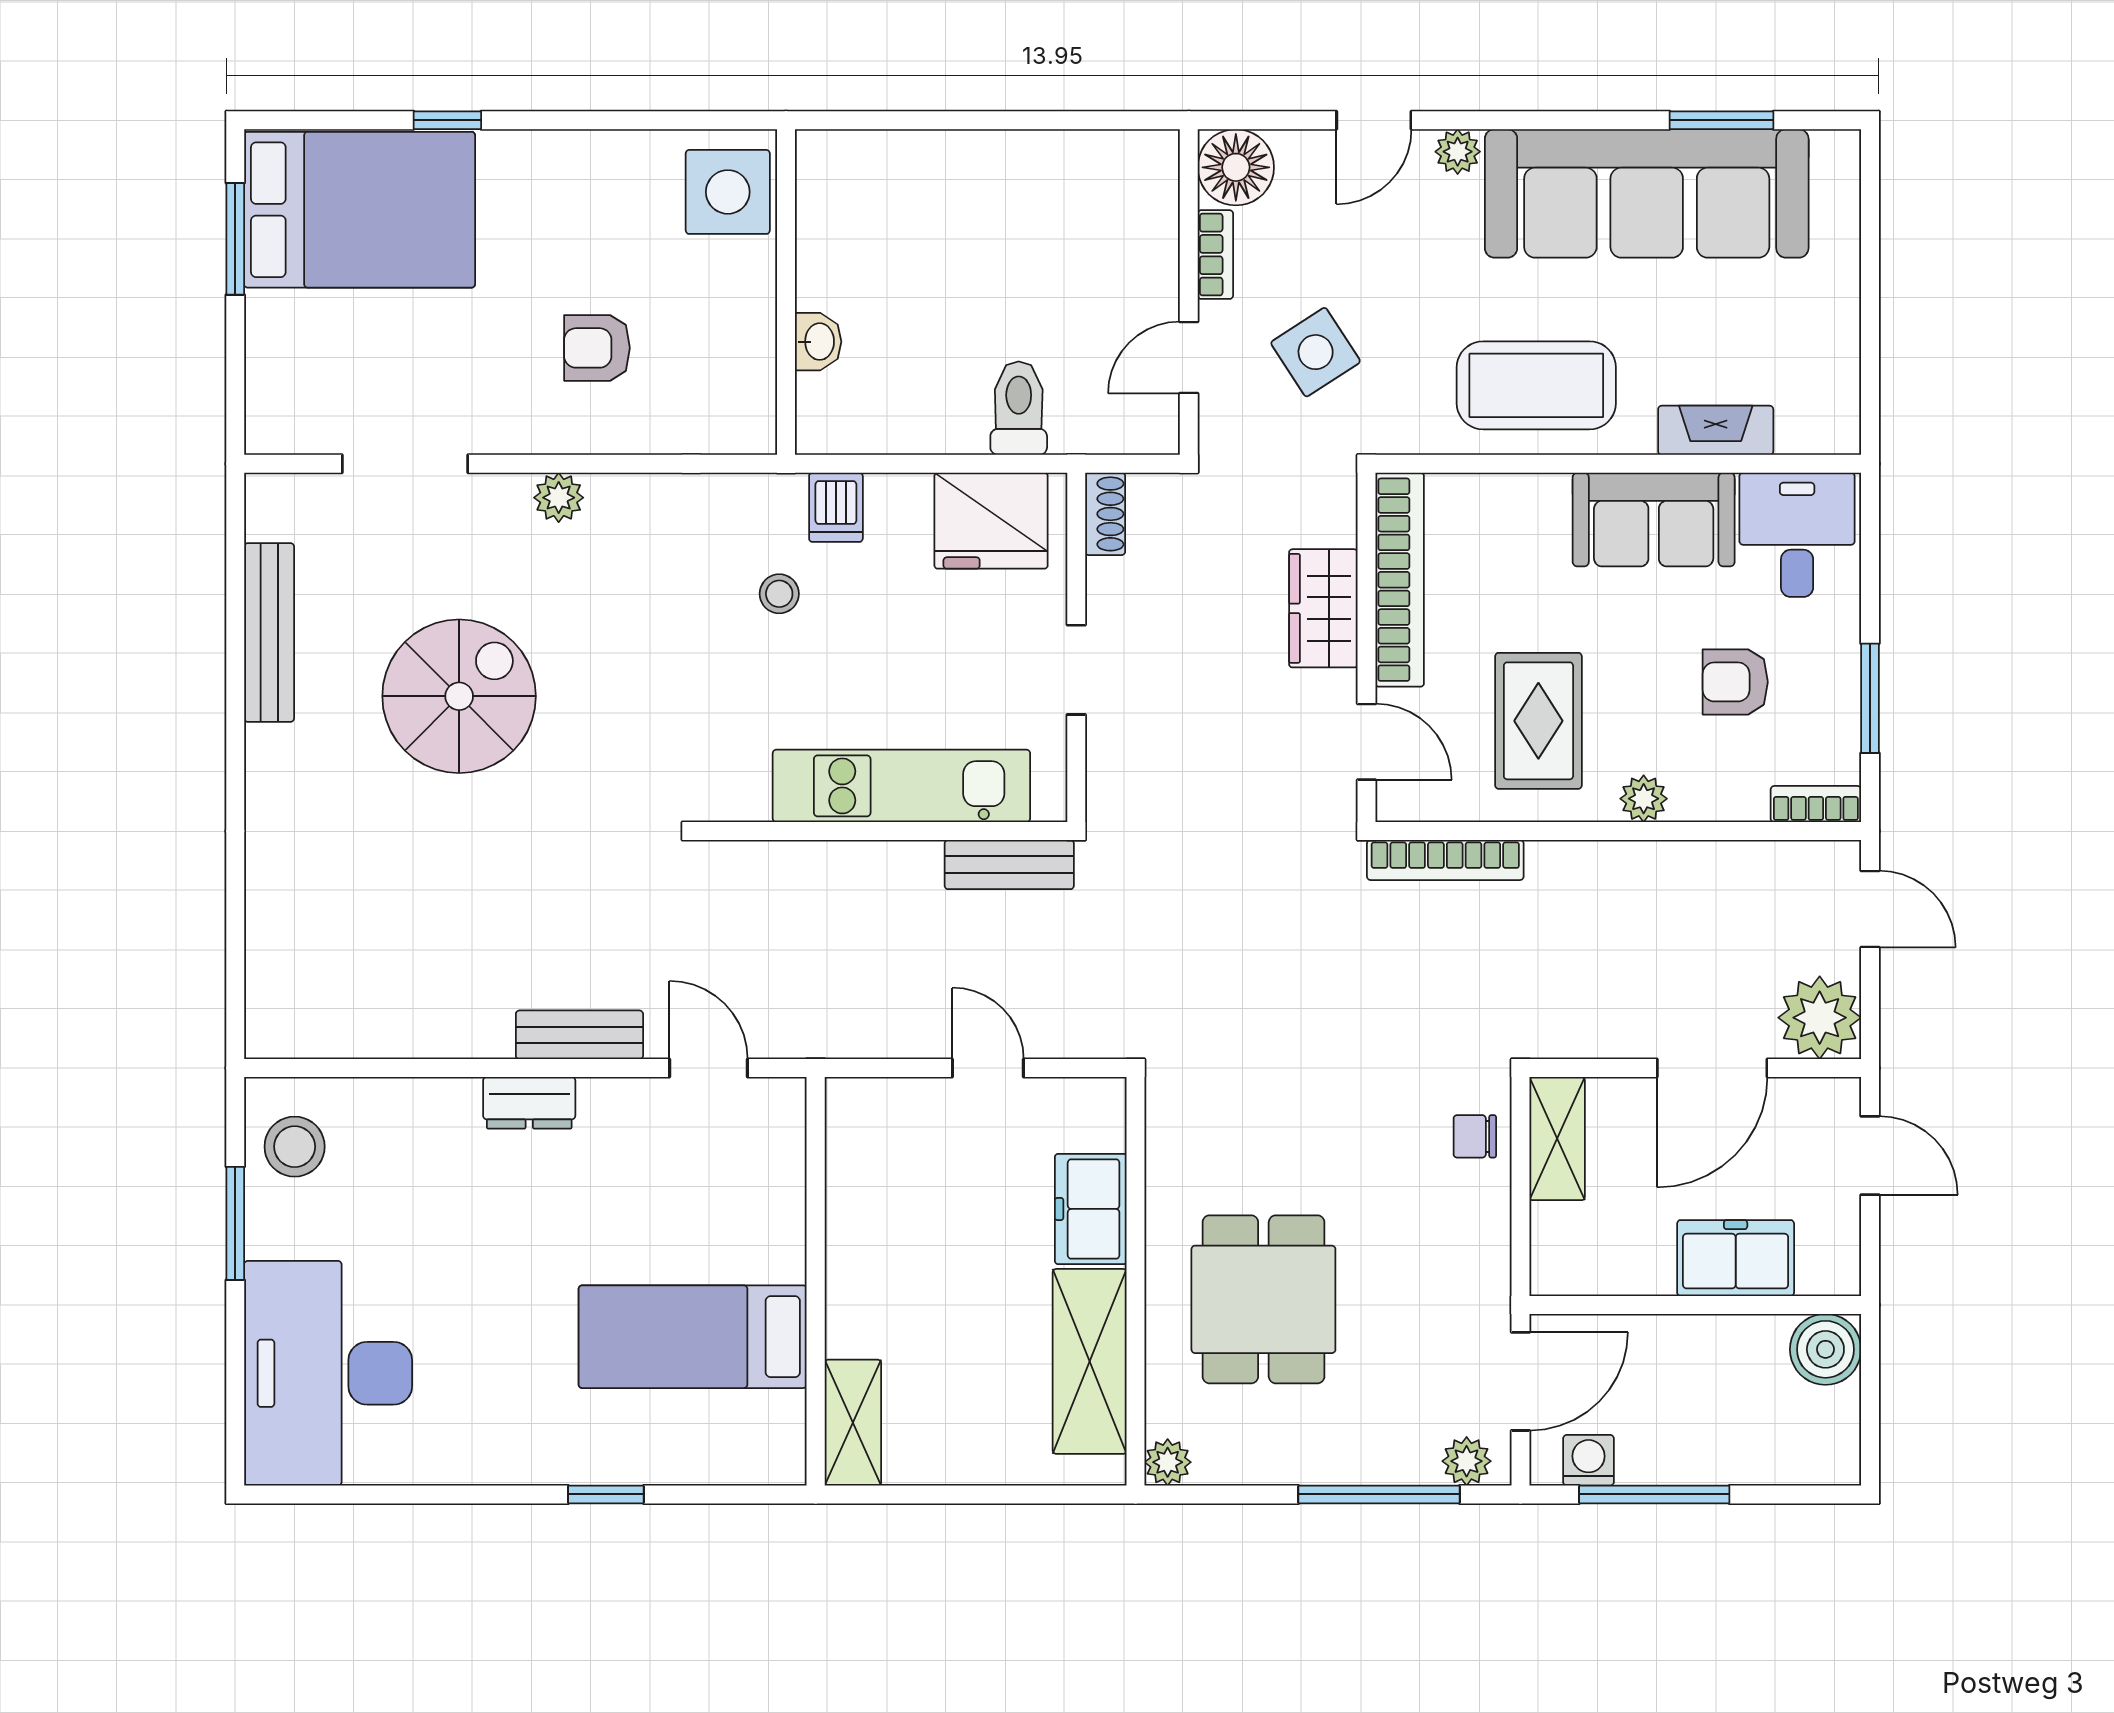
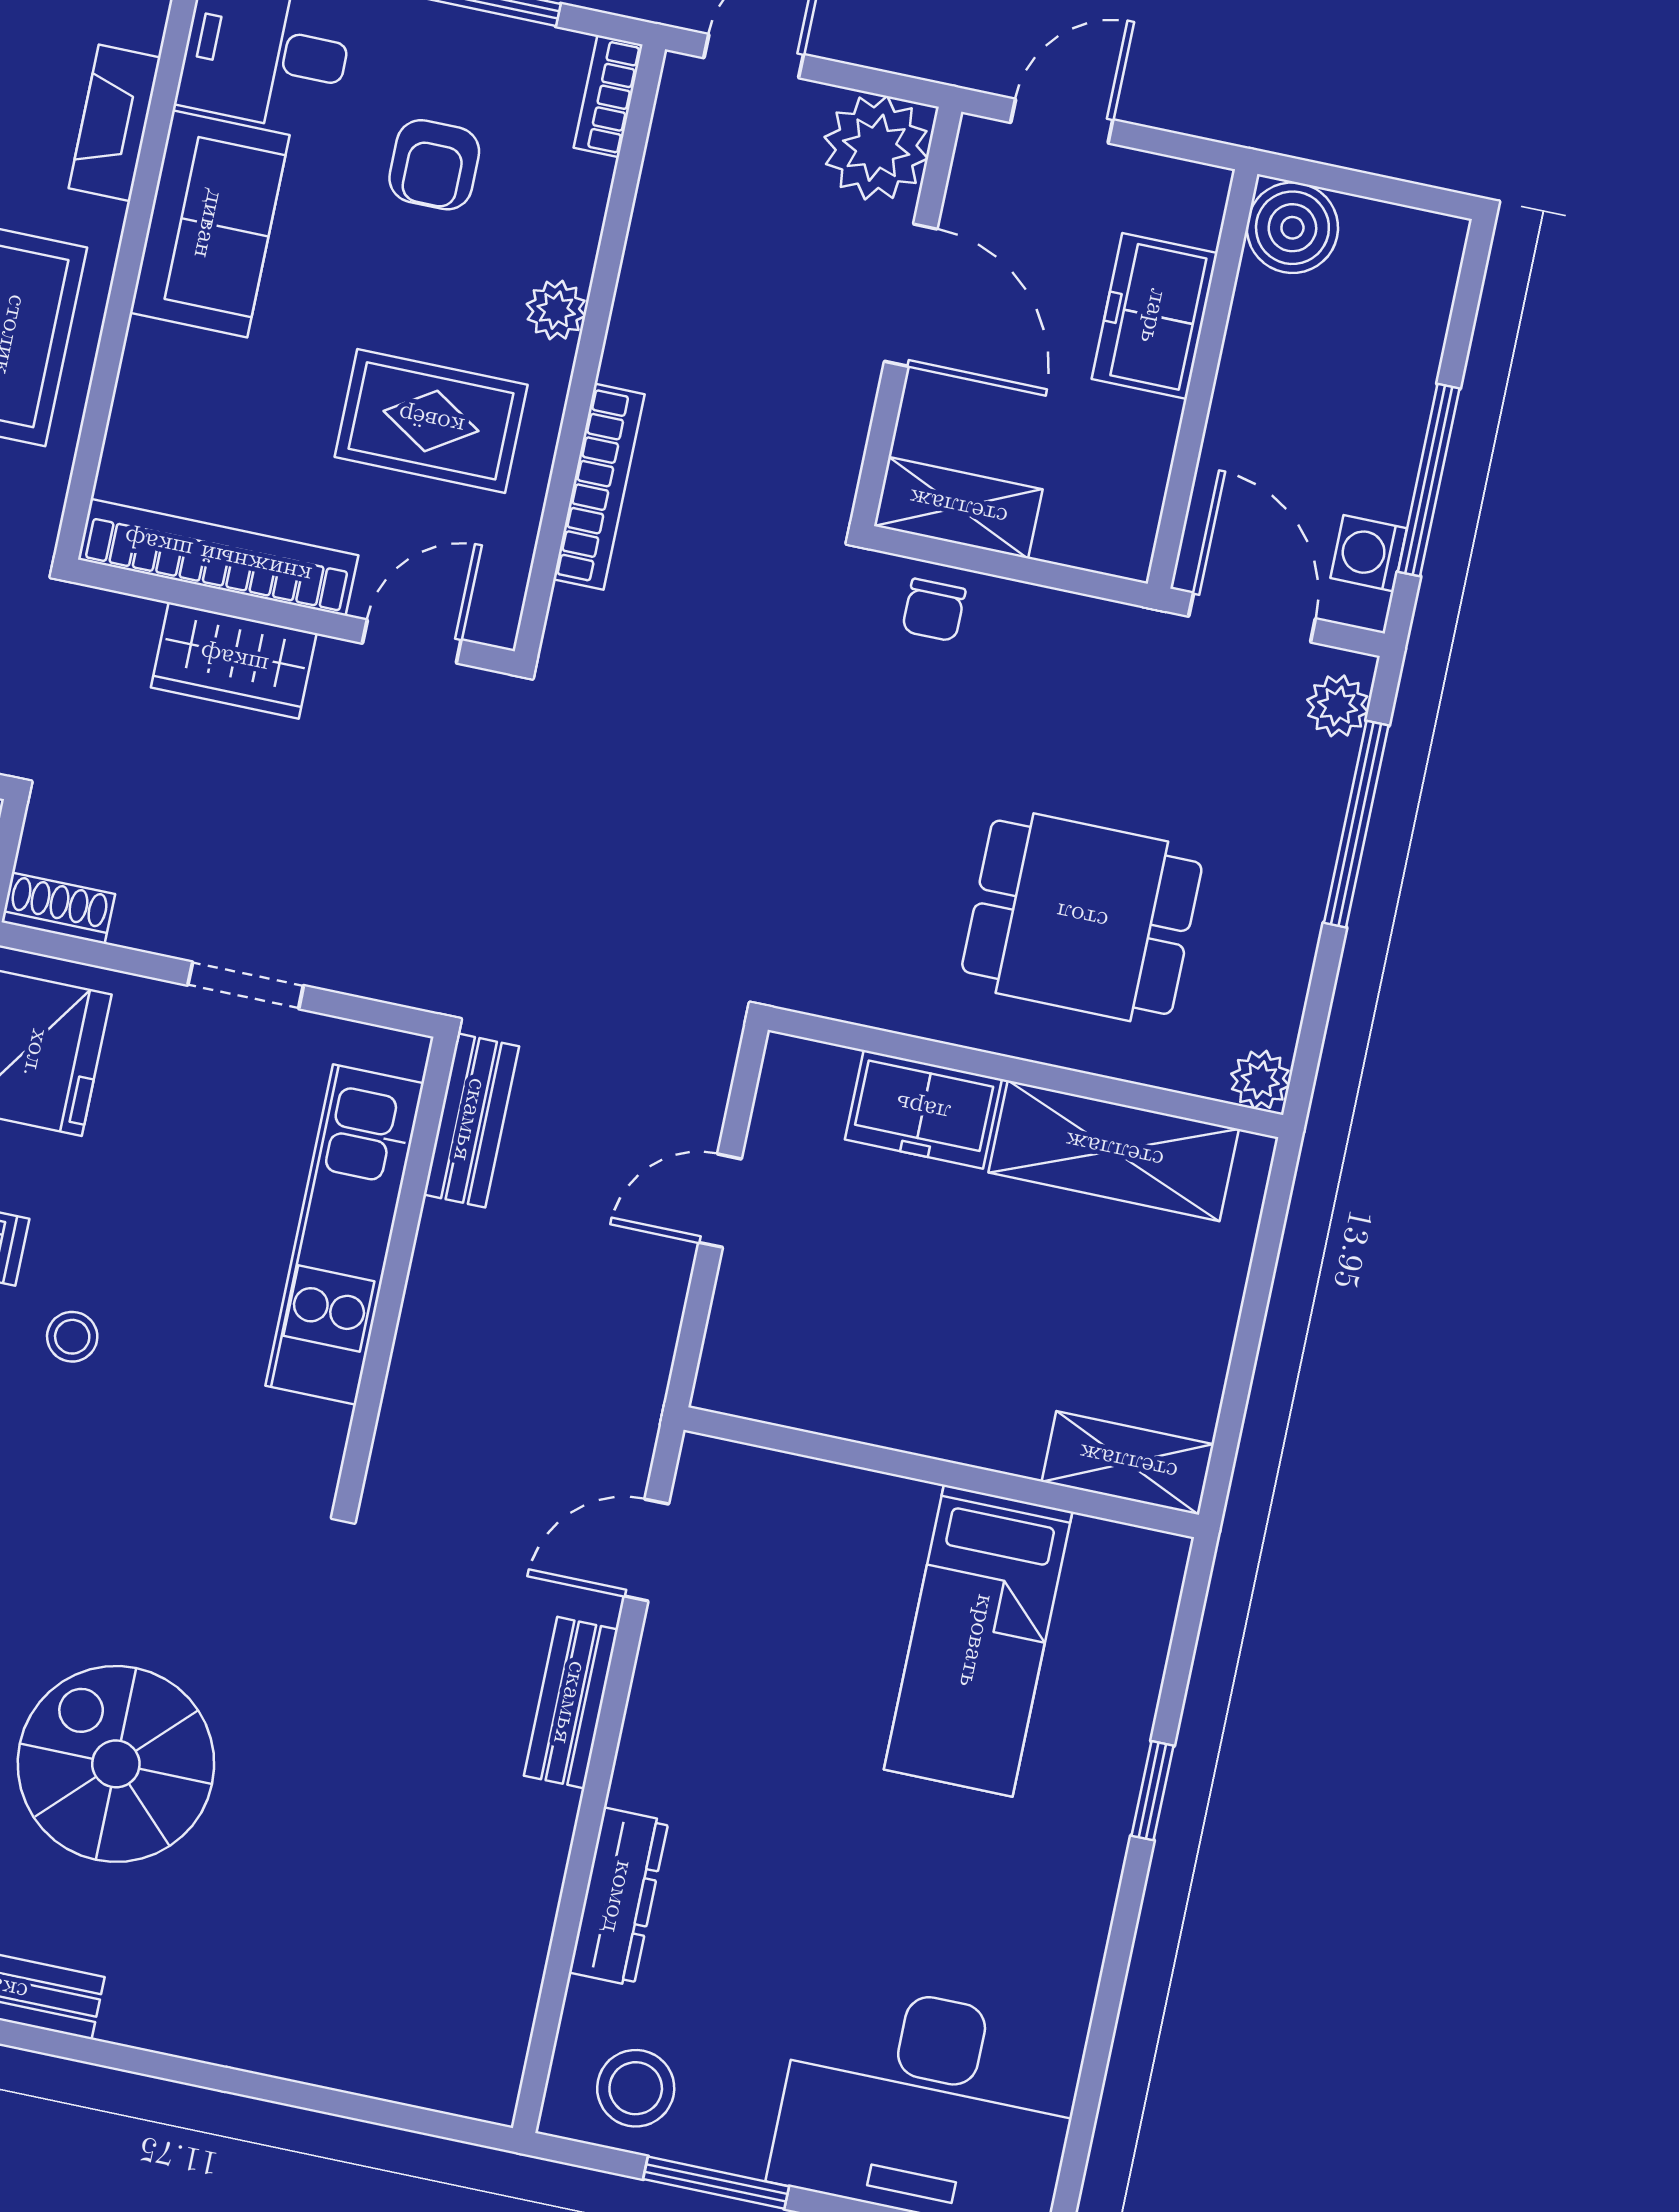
bookcase: (1445, 860) -> (599, 487), moved
dresser: (529, 1103) -> (619, 1897), moved, width x1.44

